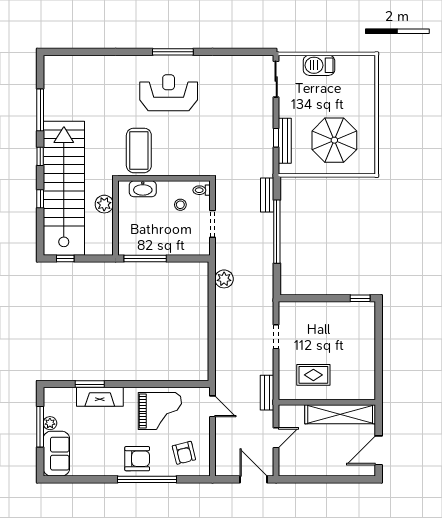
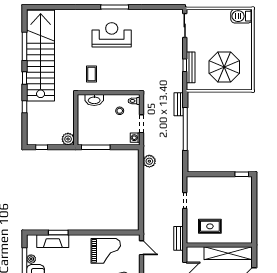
barbecue: (319, 65) -> (241, 16), moved
coffee table: (139, 150) -> (92, 74), width x0.54, depth x0.58
stairs: (64, 188) -> (41, 56), moved
plant: (104, 204) -> (68, 139), moved
washing machine: (203, 244) -> (135, 138), added
fireplace: (100, 397) -> (53, 241), moved

